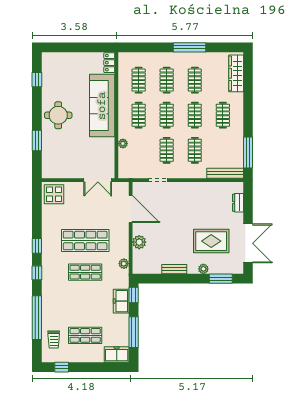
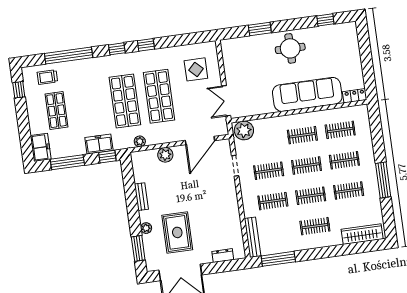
plant: (123, 144) -> (244, 130), moved, width x1.87, depth x1.87
display table: (54, 194) -> (196, 69), moved
shop shelf: (85, 272) -> (125, 101), width x1.43, depth x1.36

